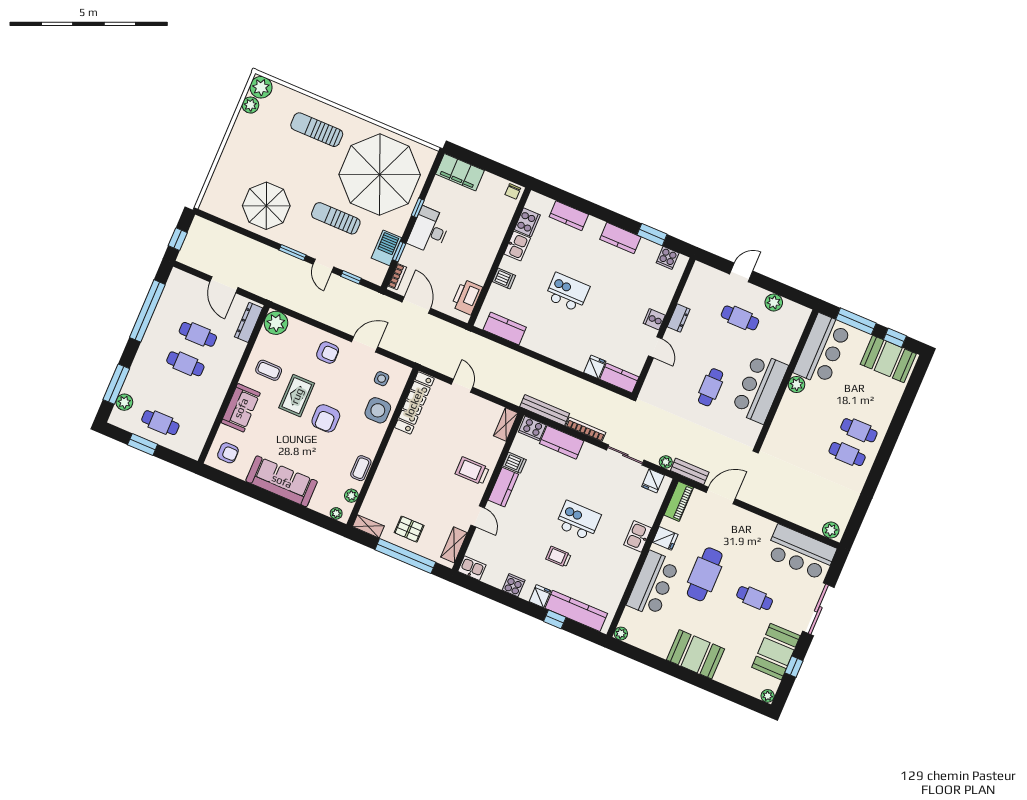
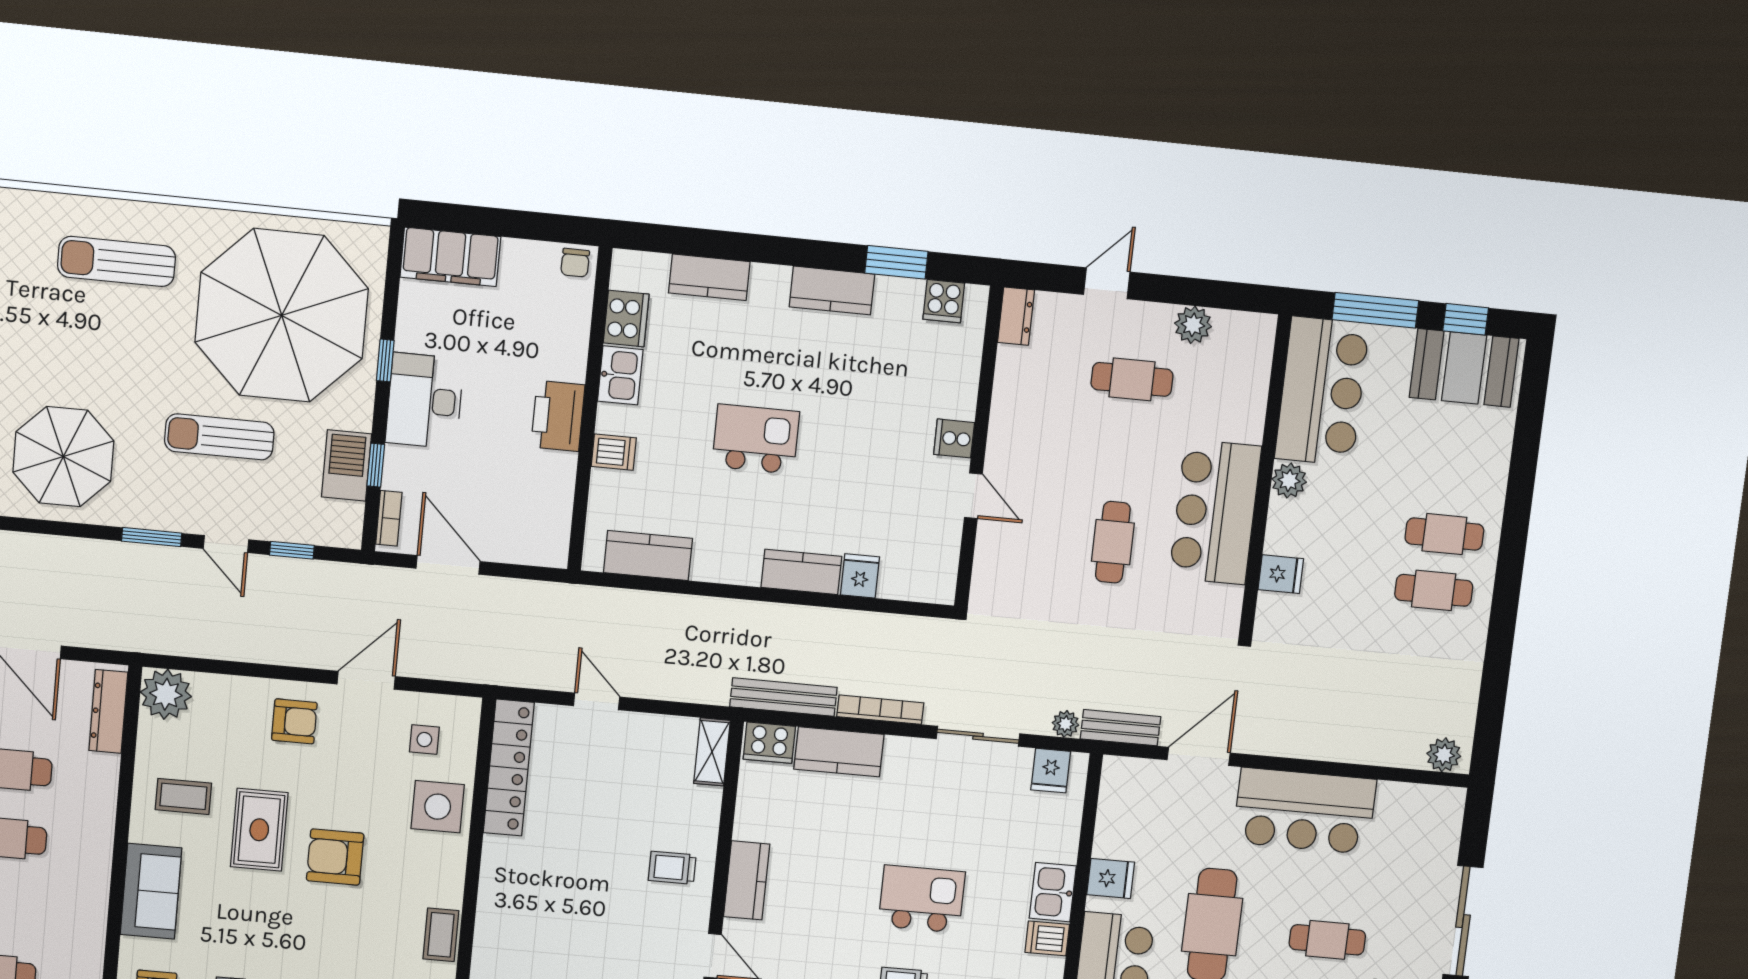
printer: (467, 297) -> (558, 416), moved
dresser: (679, 318) -> (1016, 316), moved
kitchen counter: (619, 378) -> (801, 572), moved
armchair: (326, 418) -> (335, 857), turned 90
fridge: (781, 425) -> (1281, 574), added
dishwasher: (514, 463) -> (1047, 938), moved, turned 180
trolley: (472, 471) -> (672, 868), width x0.73, depth x0.72
piano: (679, 501) -> (1116, 795), removed
bar counter: (801, 552) -> (1305, 811), moved

